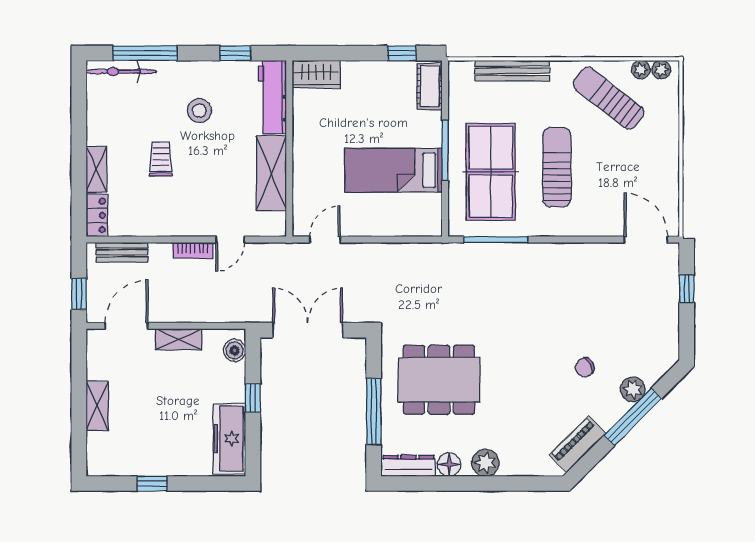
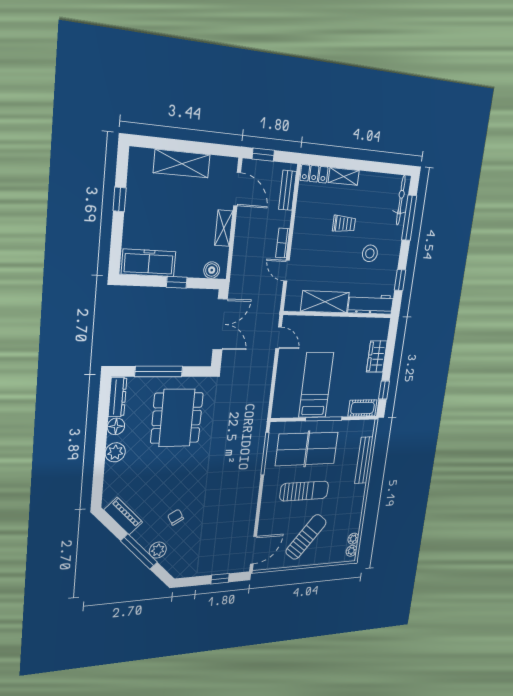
wardrobe: (316, 74) -> (377, 357), moved
sun lounger: (609, 98) -> (306, 537), moved
shelving: (97, 406) -> (182, 164), width x1.50, depth x1.33

